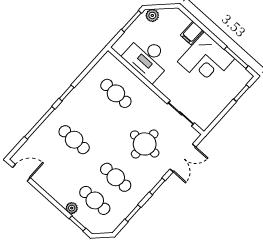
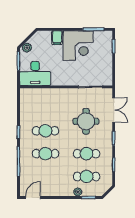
desk: (147, 58) -> (35, 73), moved
cafe table: (116, 93) -> (45, 131), moved

